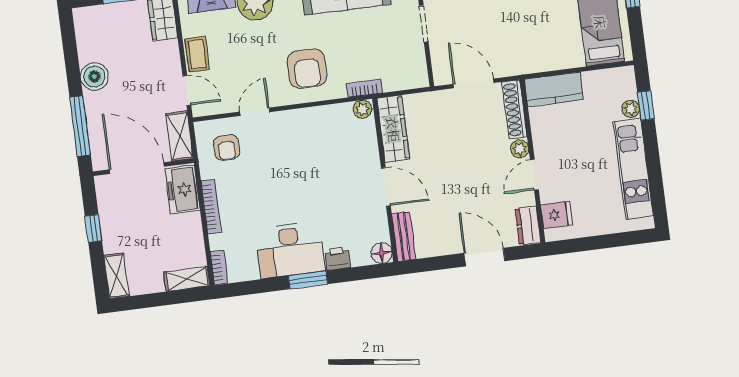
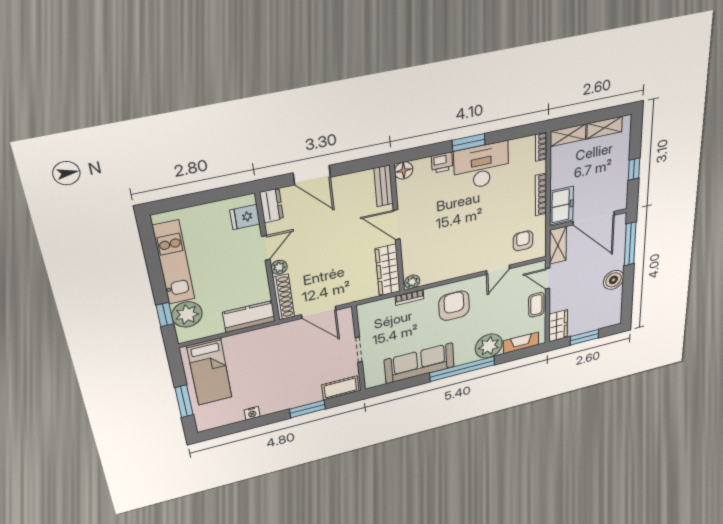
plant: (631, 109) -> (187, 314), width x1.88, depth x1.88
shelving: (116, 276) -> (605, 128), moved, turned 90

